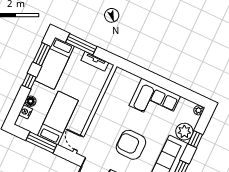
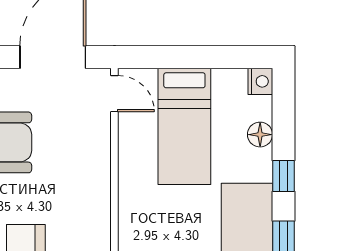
nightstand: (25, 112) -> (260, 81), moved
window: (41, 142) -> (195, 57), removed

